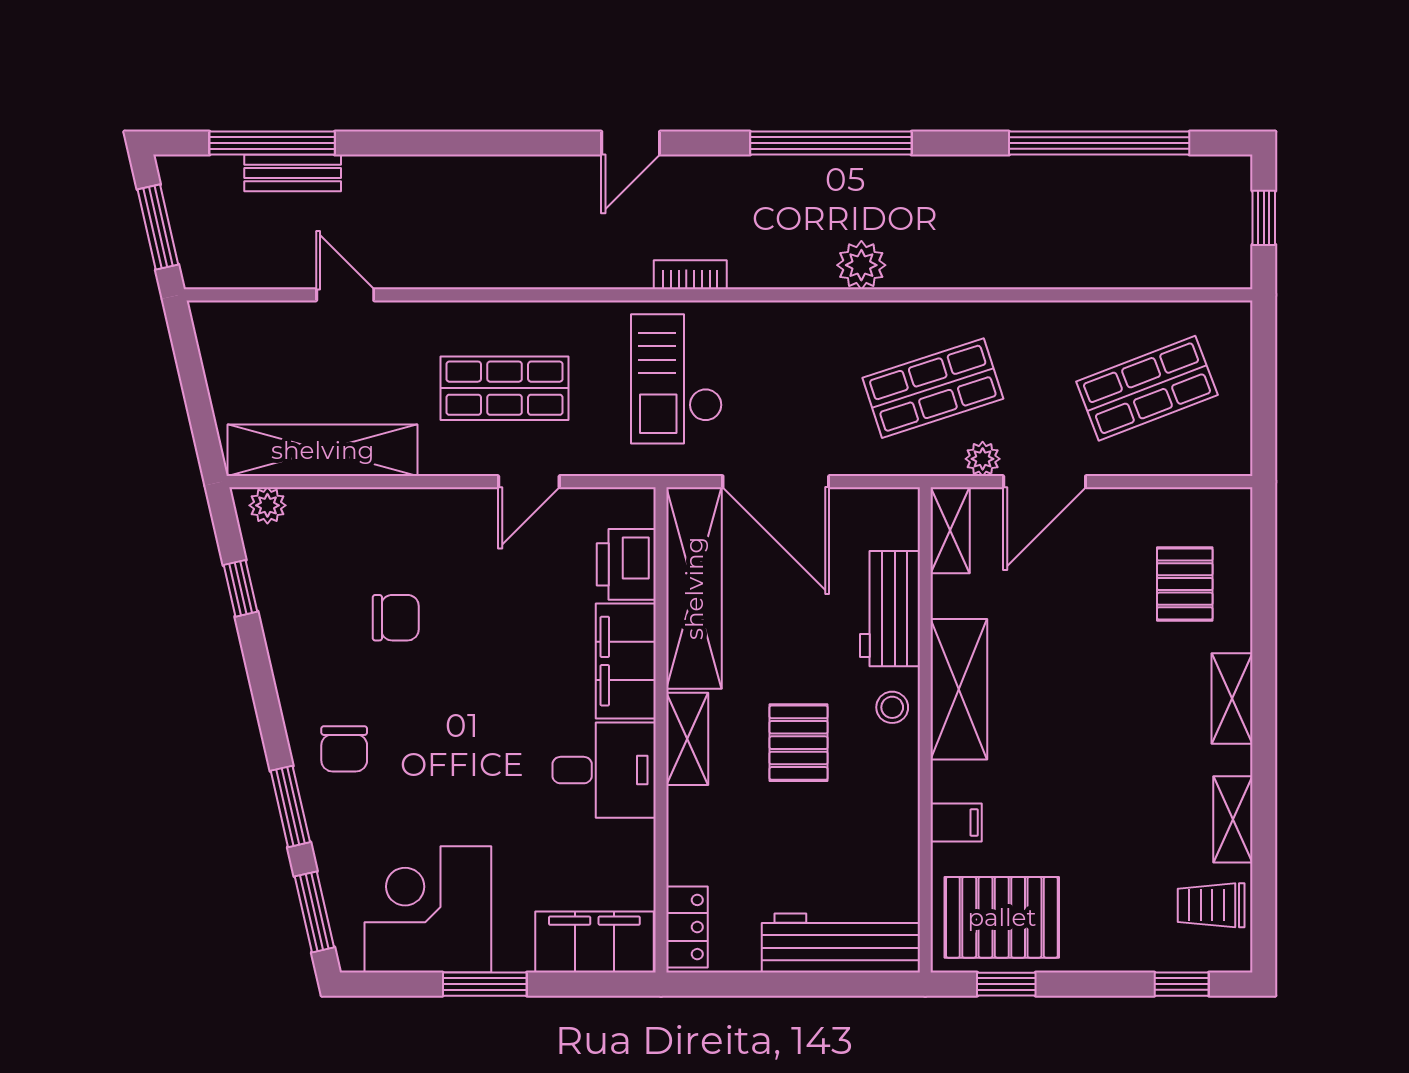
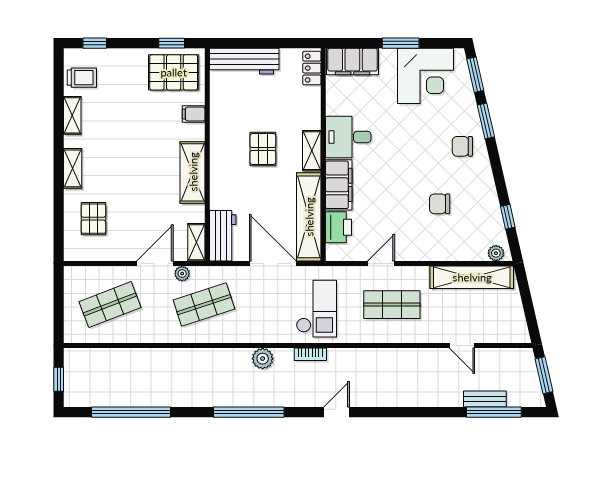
plant: (861, 265) -> (263, 359), moved
workbench: (890, 609) -> (223, 236), moved
stool: (892, 707) -> (222, 164), removed
chair: (344, 749) -> (462, 146), turned -90

